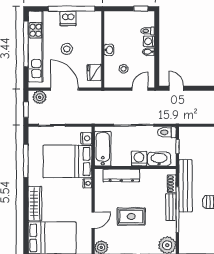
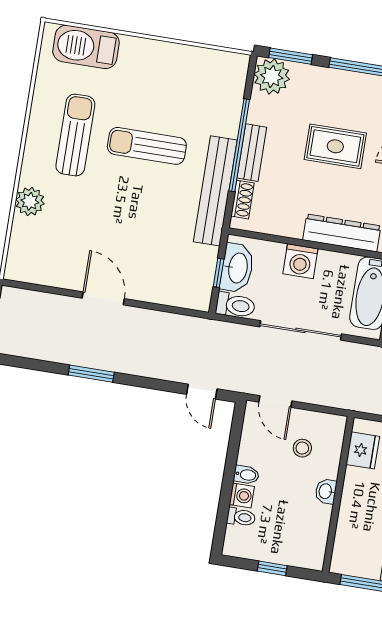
window: (141, 9) -> (272, 568), moved
door: (140, 89) -> (275, 402), hinge flipped
washbasin: (159, 159) -> (237, 268), moved, turned -90

